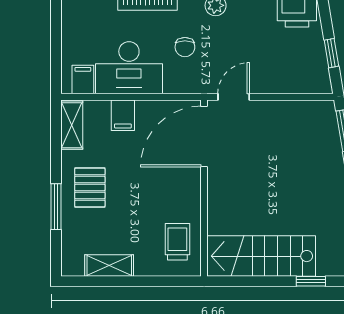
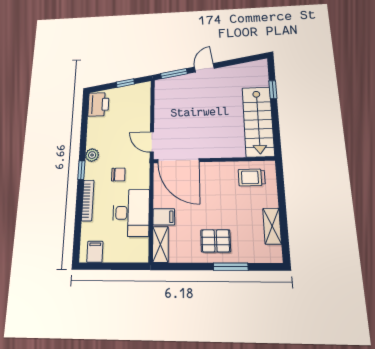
filing cabinet: (83, 79) -> (95, 252), moved, turned 90
shelving: (72, 125) -> (160, 244), moved, turned 90

